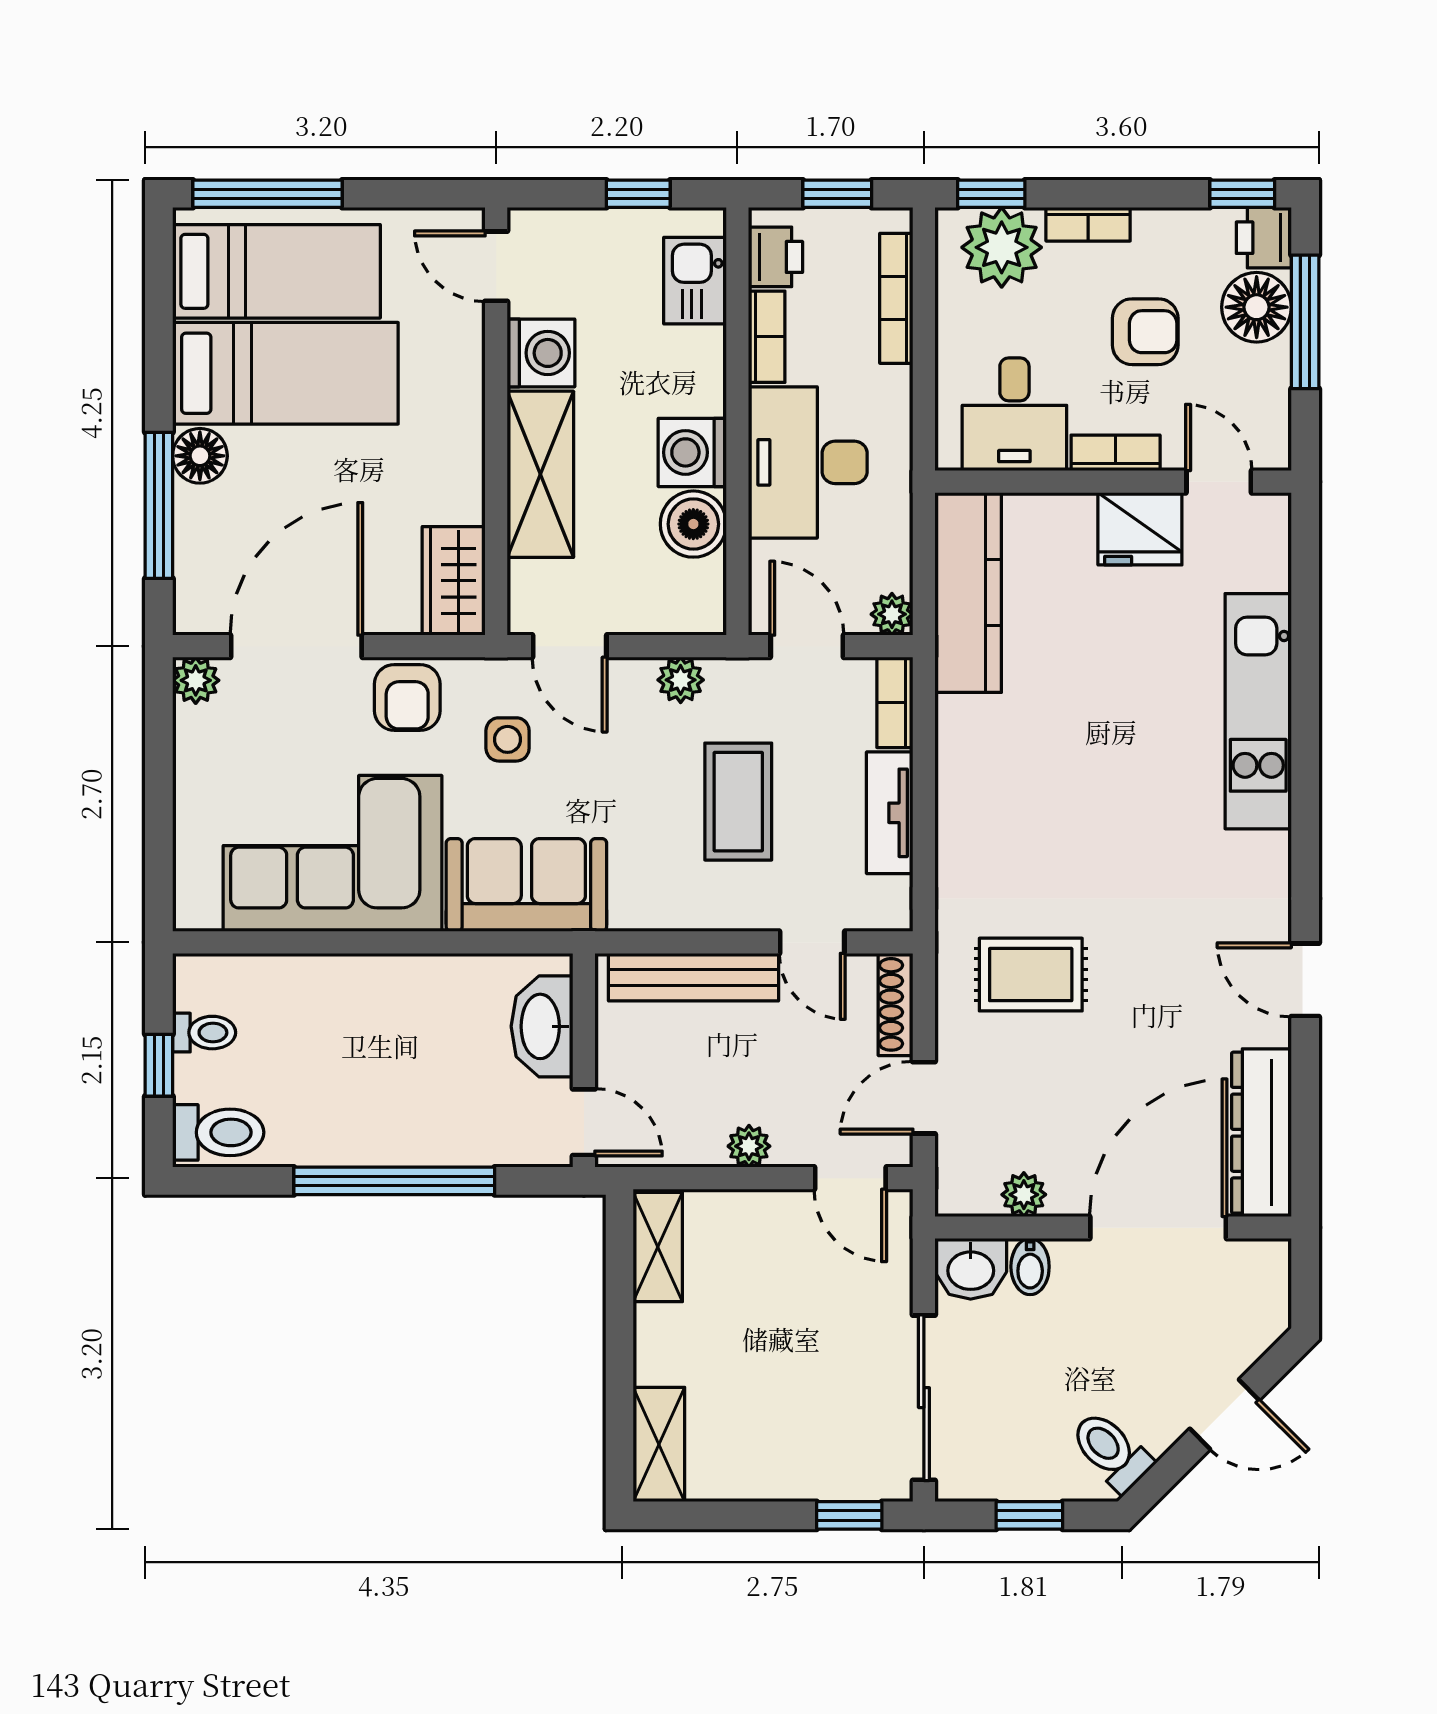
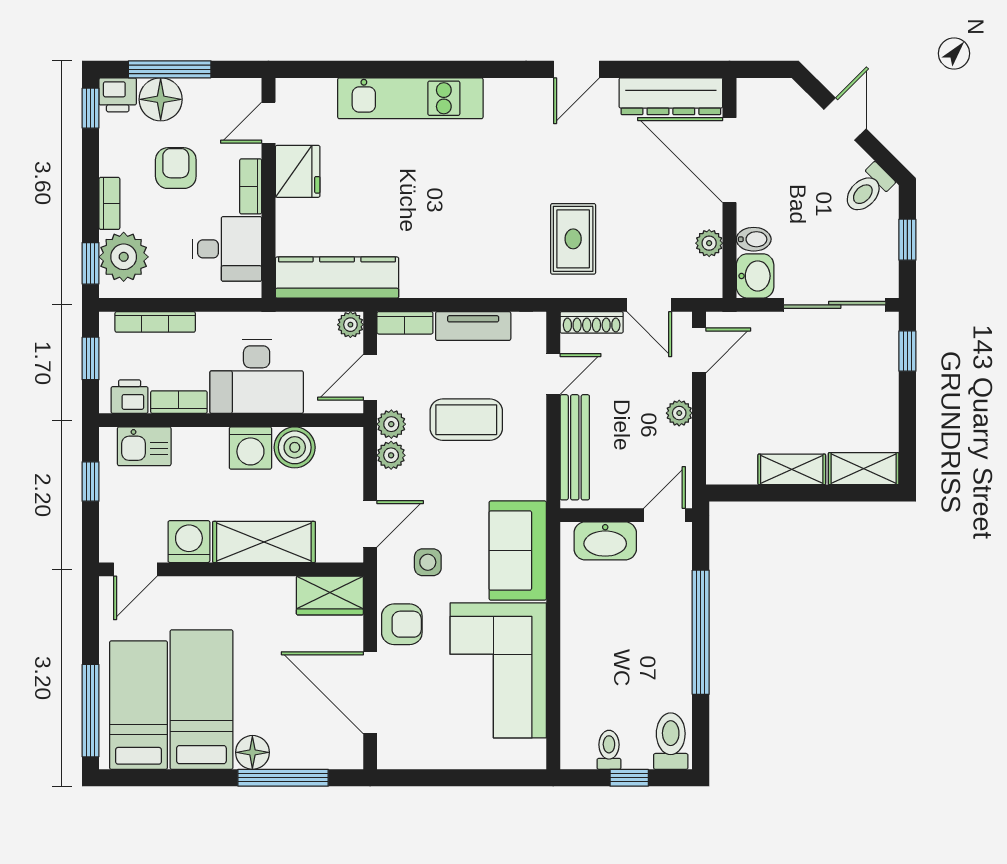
plant: (196, 680) -> (391, 424), moved
shelving: (658, 1247) -> (792, 469), moved

